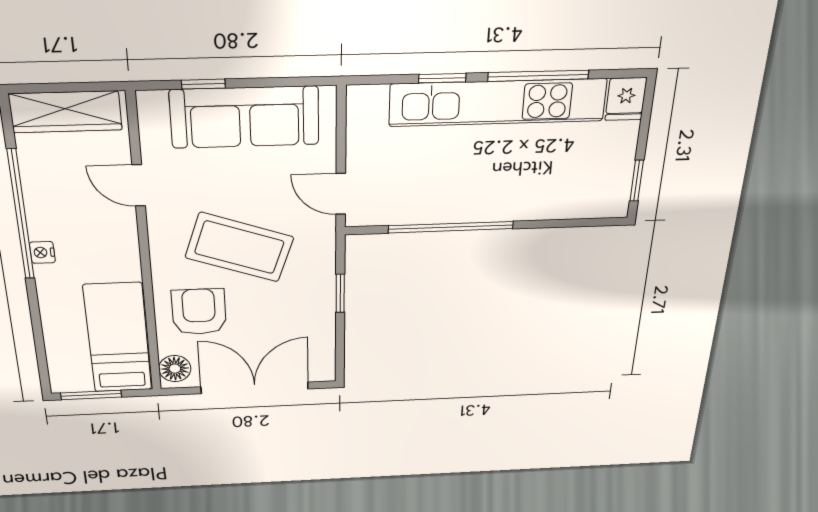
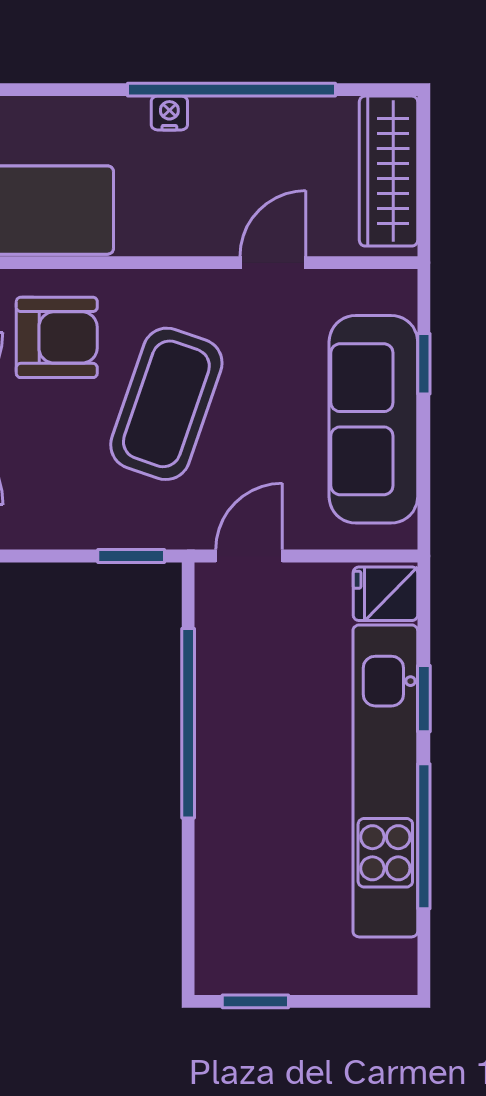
fridge: (626, 99) -> (385, 594), moved
window: (340, 293) -> (131, 556), moved

